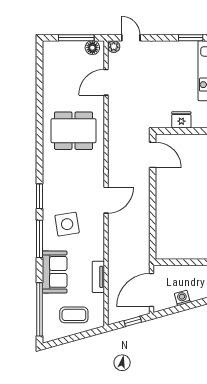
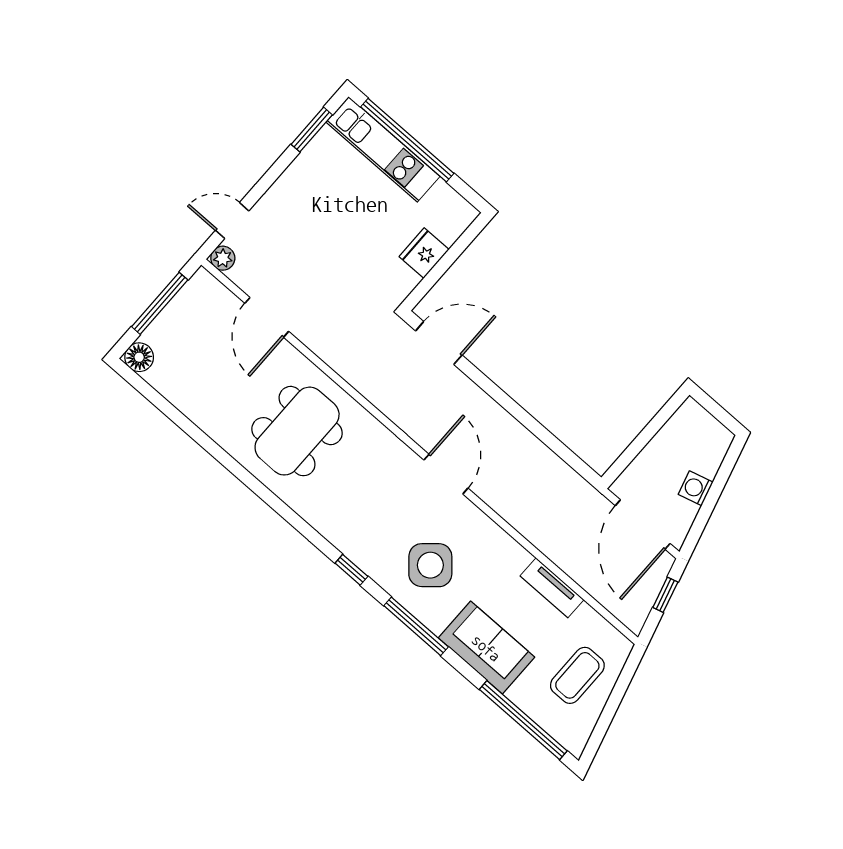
floor lamp: (92, 48) -> (139, 357), moved
window: (40, 196) -> (351, 570), width x0.67
side table: (67, 224) -> (430, 565), turned -32

